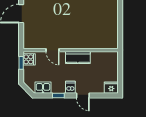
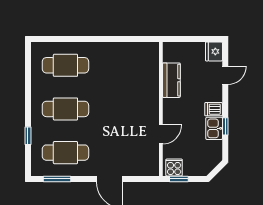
kitchen counter: (78, 57) -> (171, 80), moved
kitchen sink: (43, 88) -> (214, 128), moved
door: (83, 96) -> (225, 75), moved

